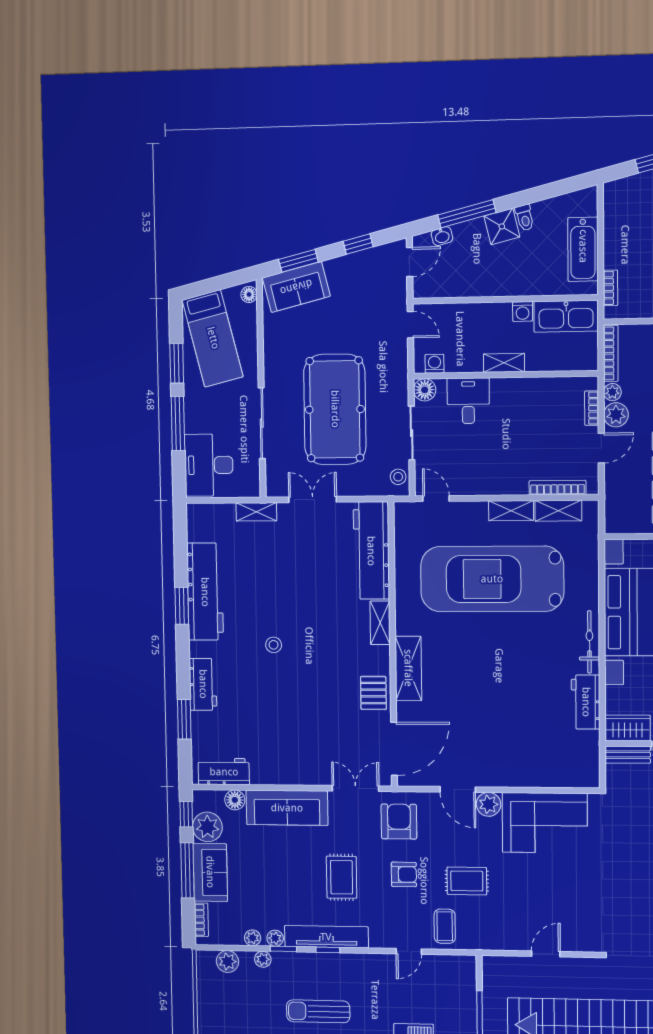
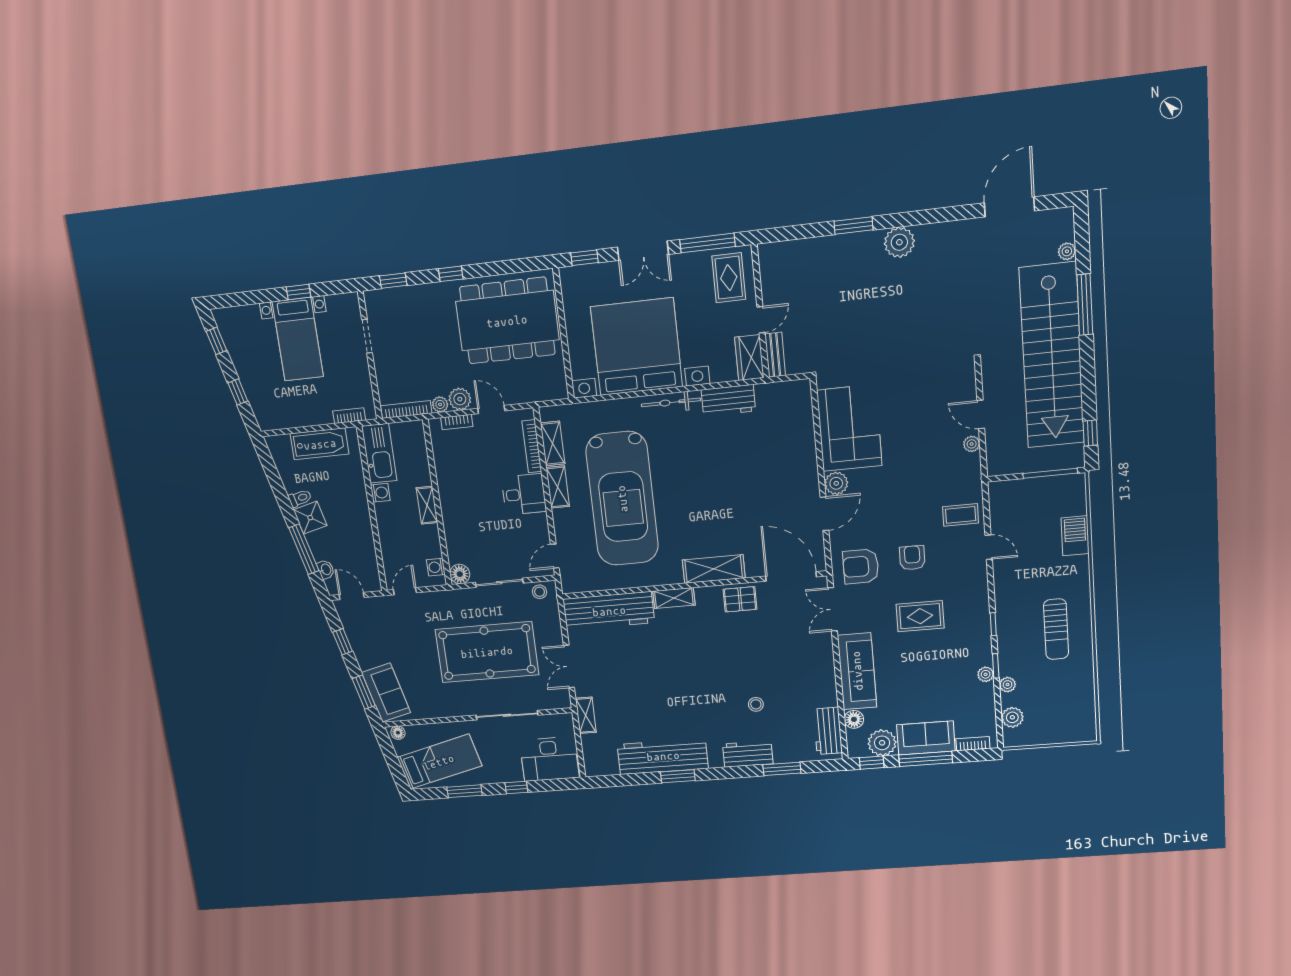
desk: (468, 401) -> (524, 494), moved, turned 180
window: (178, 424) -> (516, 788), width x0.46
stool: (274, 645) -> (756, 704), moved
rug: (467, 881) -> (914, 497), removed
tv unit: (326, 937) -> (980, 626), removed
plant: (253, 938) -> (972, 444), moved

